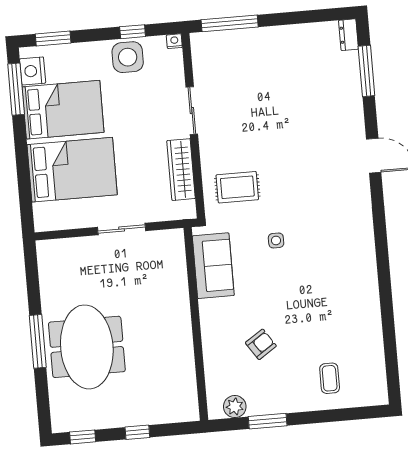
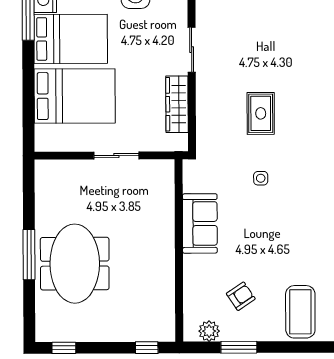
rug: (237, 187) -> (261, 113), moved, turned 90
sofa: (213, 266) -> (200, 223), moved
armchair: (261, 344) -> (241, 296), moved
coffee table: (330, 378) -> (300, 312), width x1.86, depth x1.72
window: (137, 432) -> (147, 348), moved

